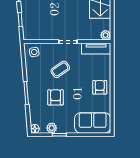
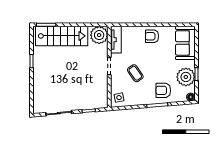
plant: (105, 35) -> (99, 35), width x1.87, depth x1.87
armchair: (56, 97) -> (163, 90), moved
plant: (52, 128) -> (186, 77), width x1.87, depth x1.87

